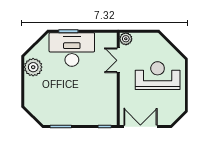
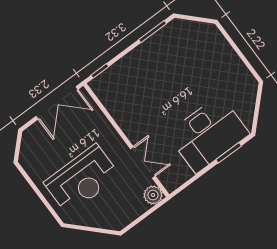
plant: (33, 67) -> (239, 78), removed

